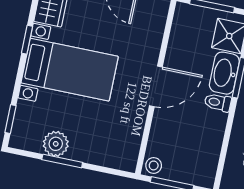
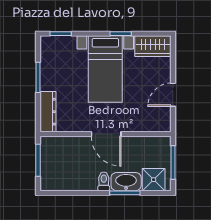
plant: (56, 144) -> (50, 70), removed
dresser: (110, 157) -> (48, 112), added
stool: (154, 165) -> (49, 144), removed

